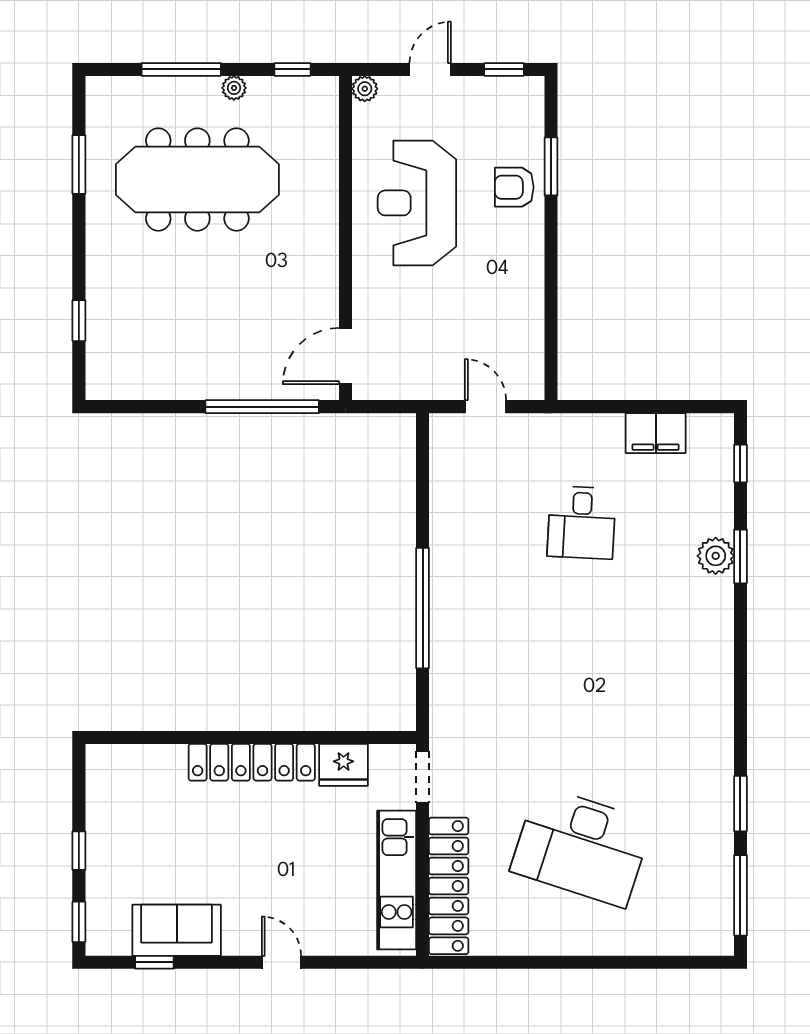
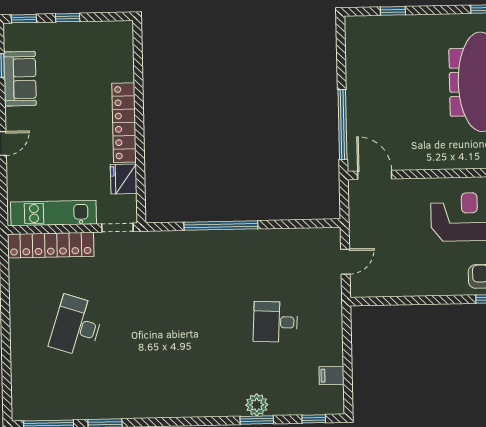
filing cabinet: (656, 433) -> (332, 376), width x0.50
desk: (582, 846) -> (77, 326), width x0.73, depth x0.77

